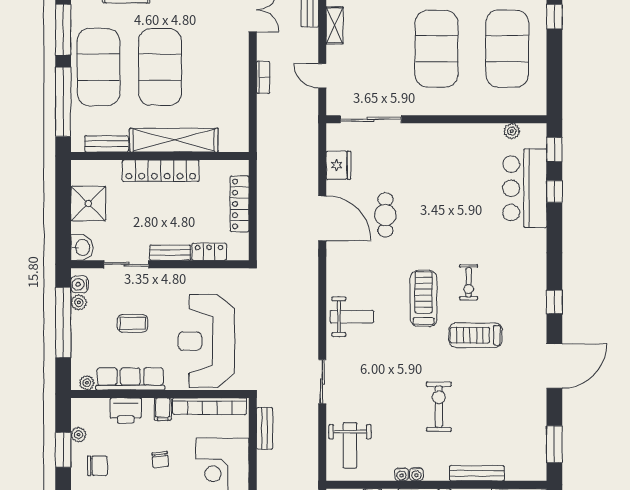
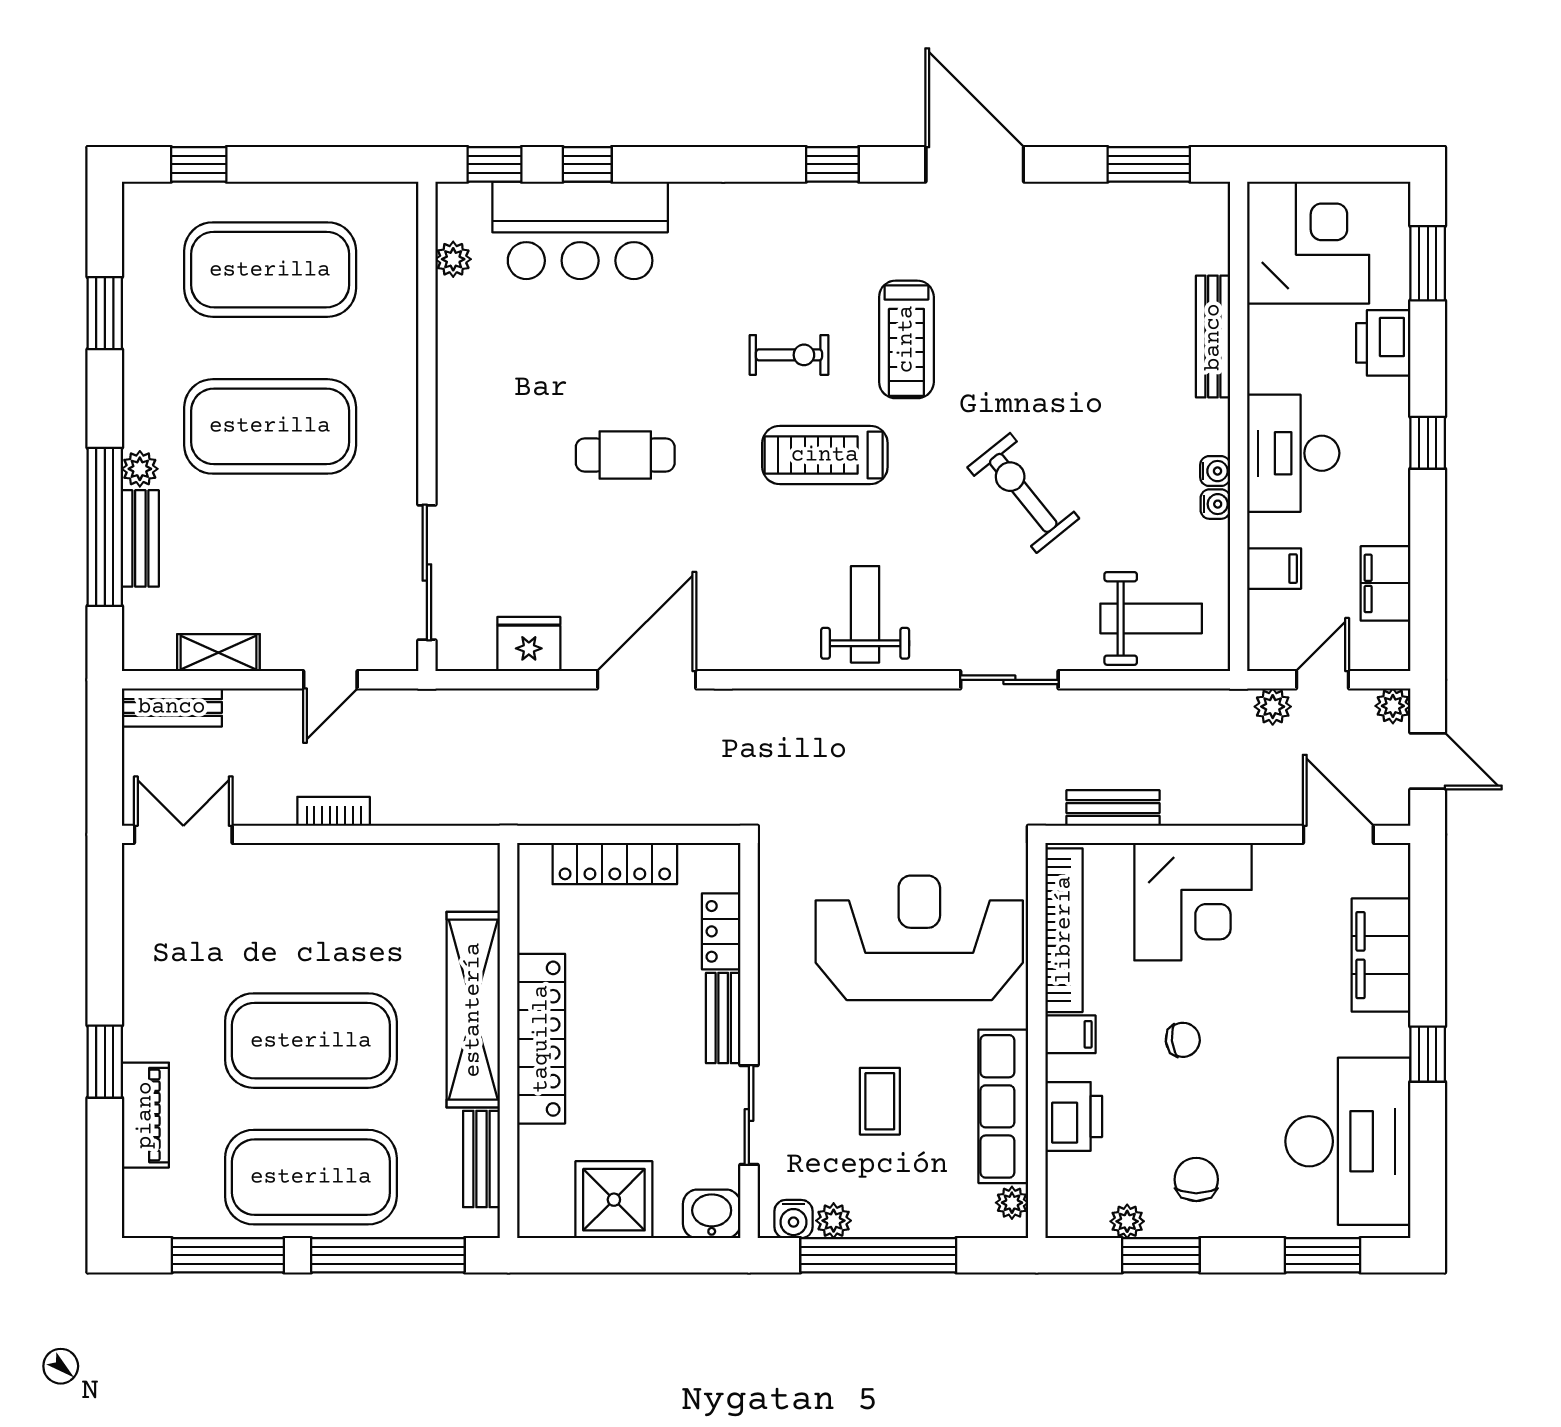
cafe table: (385, 215) -> (625, 455), moved
reception desk: (206, 341) -> (919, 938), turned 180
exercise bike: (439, 407) -> (1023, 493), moved, turned 51

